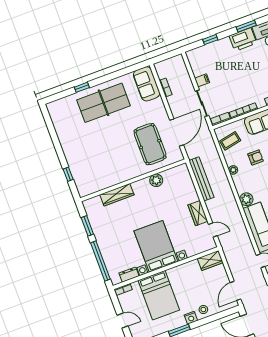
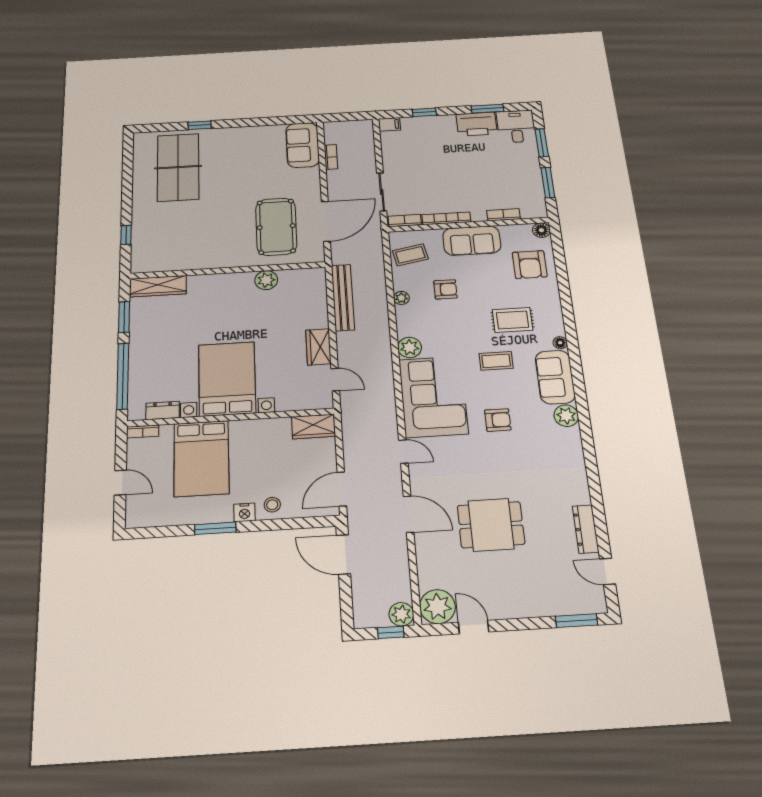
filing cabinet: (202, 80) -> (389, 124), moved
table tennis table: (104, 103) -> (178, 167), moved, turned 90
wardrobe: (117, 195) -> (158, 286), moved

